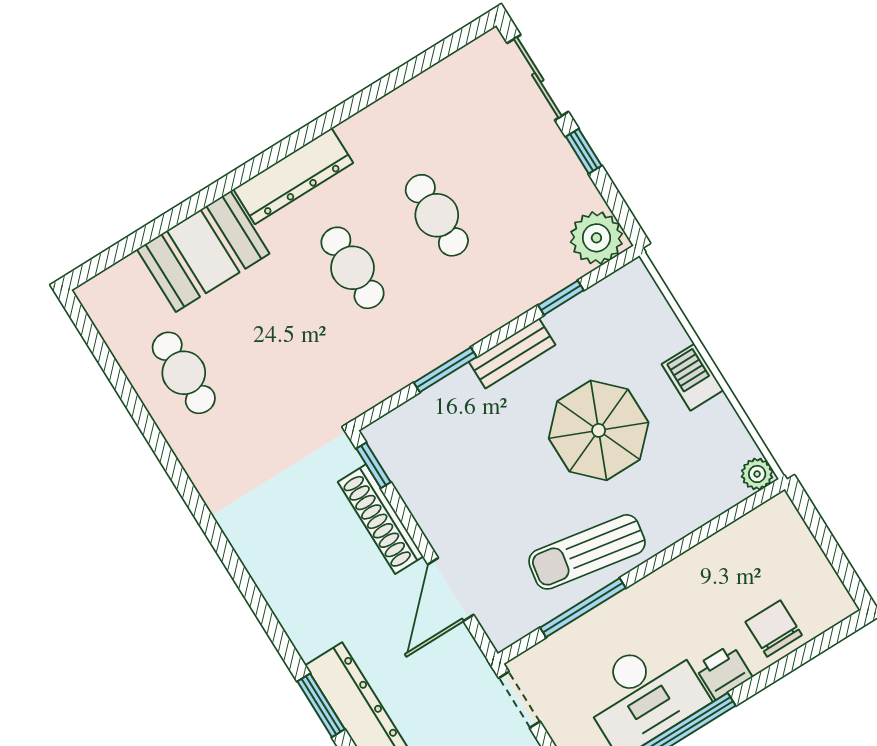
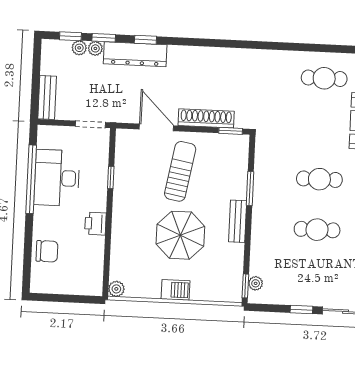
plant: (596, 238) -> (256, 283), width x0.53, depth x0.53
window: (561, 298) -> (245, 286), moved
sun lounger: (587, 552) -> (180, 171), moved
window: (583, 608) -> (111, 177), width x0.46
printer: (724, 672) -> (95, 224), moved, turned 180
window: (321, 705) -> (145, 40), width x0.67

